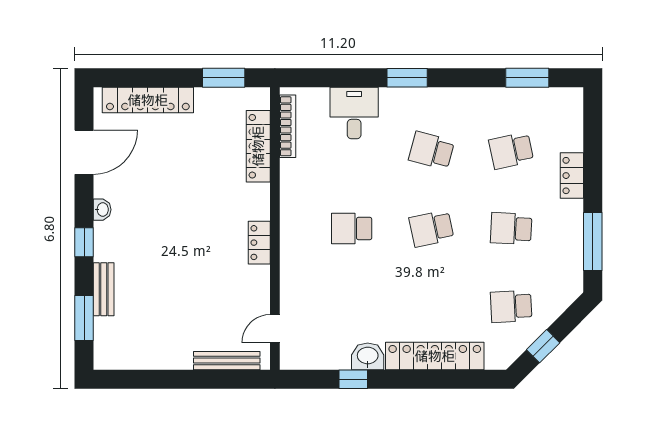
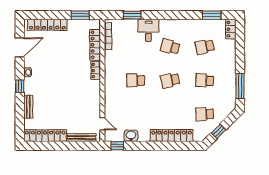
window: (407, 78) -> (132, 15), moved
desk: (354, 113) -> (149, 30), moved
locker: (572, 176) -> (231, 29), moved
locker: (259, 243) -> (96, 70), moved
window: (84, 318) -> (20, 119), removed
door: (275, 329) -> (102, 124), swing flipped
locker: (143, 356) -> (45, 136), added
washbasin: (368, 356) -> (131, 136), moved
window: (353, 379) -> (117, 146), moved

